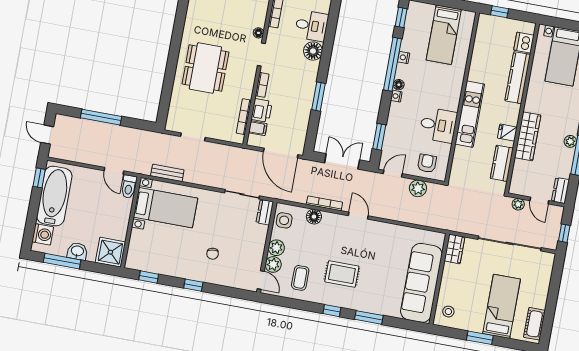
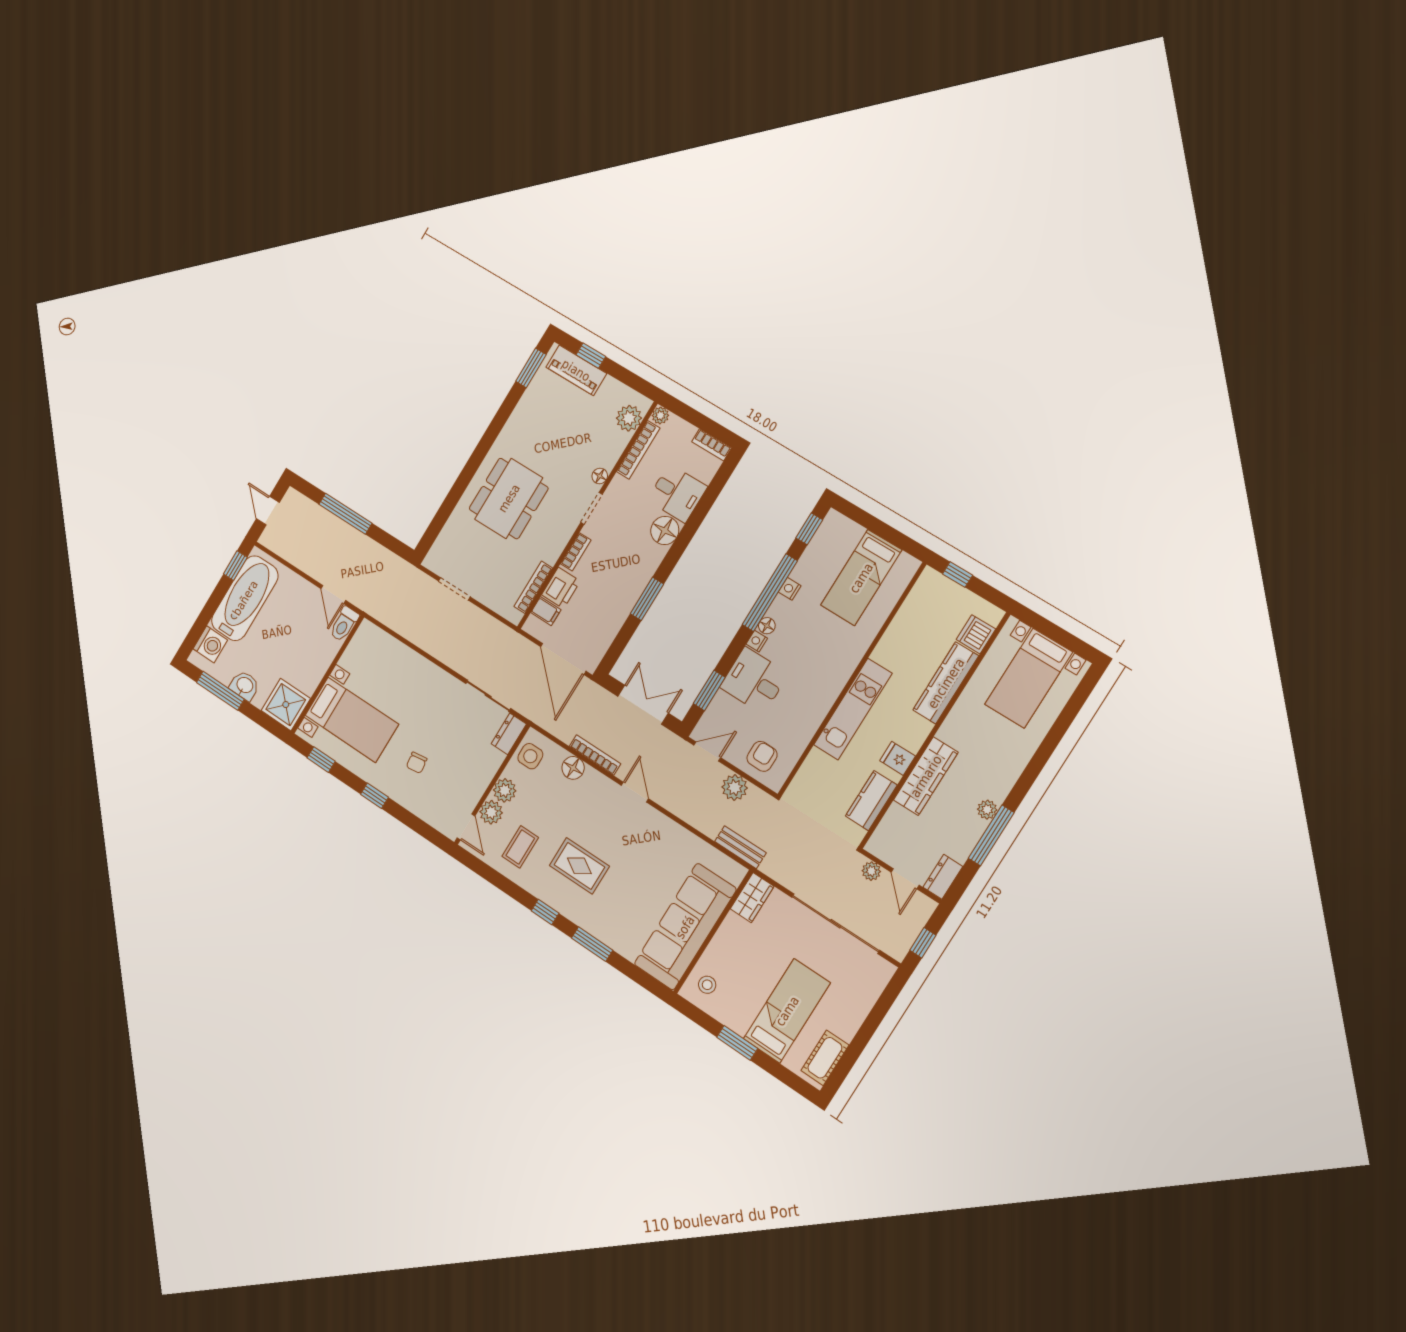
desk: (438, 125) -> (754, 681), moved, turned 180
bench: (167, 173) -> (740, 847), moved
bed with nightstands: (165, 208) -> (352, 720), moved

